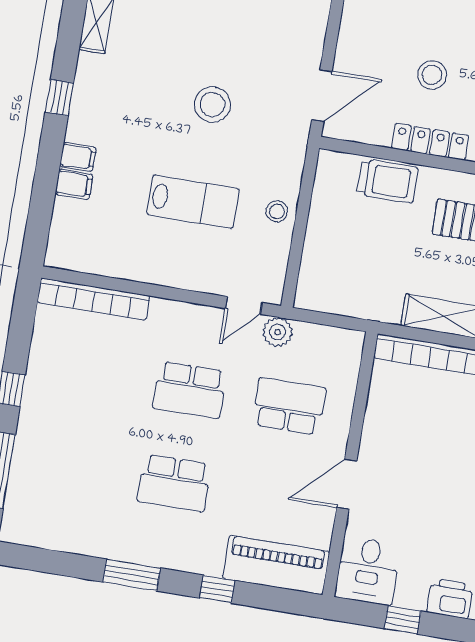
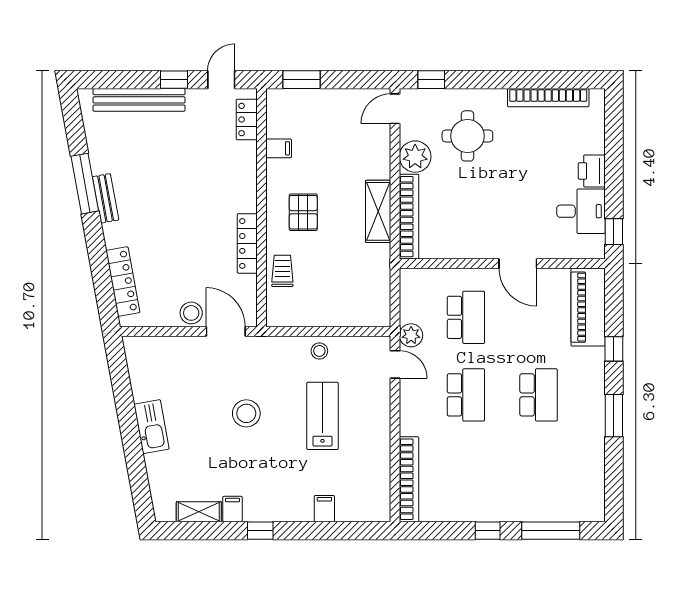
stool: (432, 75) -> (191, 313), moved
filing cabinet: (78, 157) -> (233, 509), moved
trolley: (387, 181) -> (282, 271), width x0.73, depth x0.72
school desk: (289, 406) -> (466, 317), turned 180
desk: (368, 571) -> (581, 211), moved
window: (403, 620) -> (614, 232), moved

